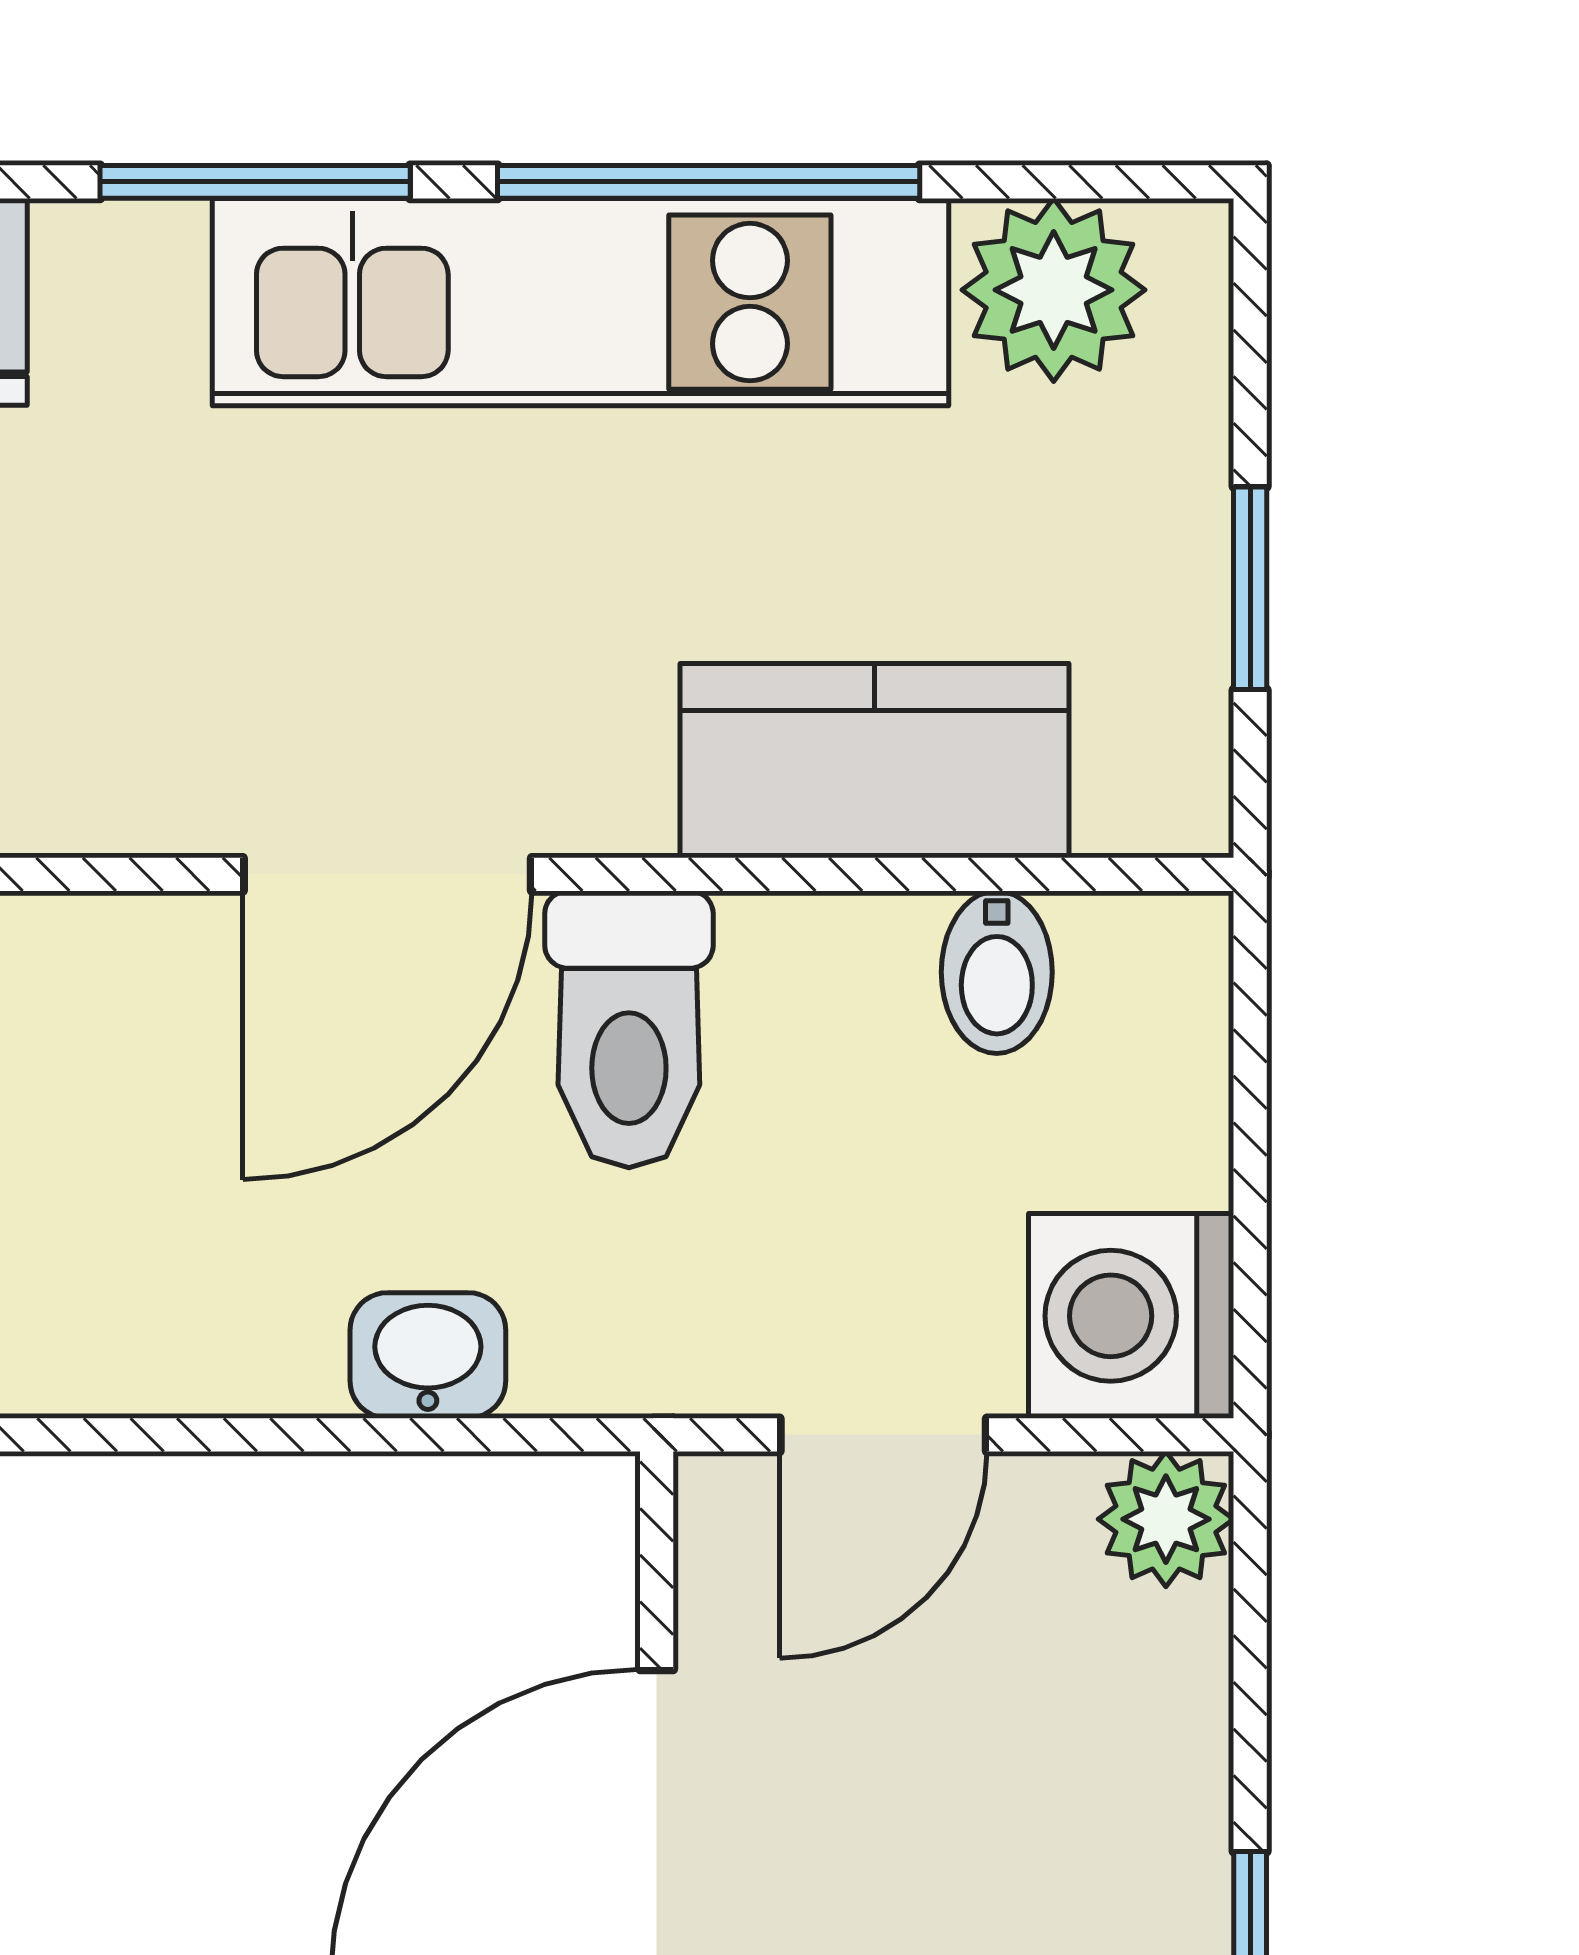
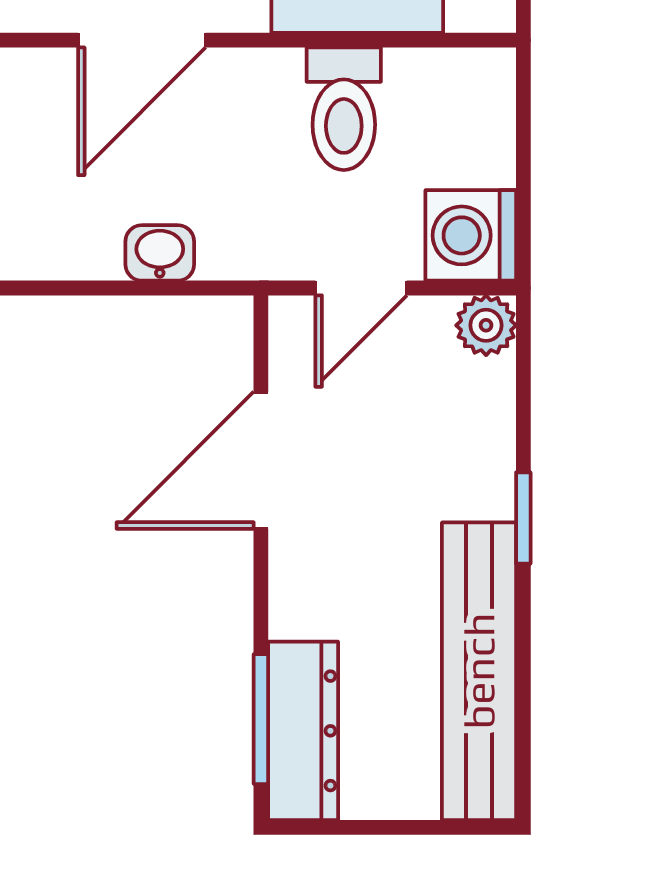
bidet: (997, 972) -> (411, 83), removed
toilet: (629, 1029) -> (344, 109), moved

